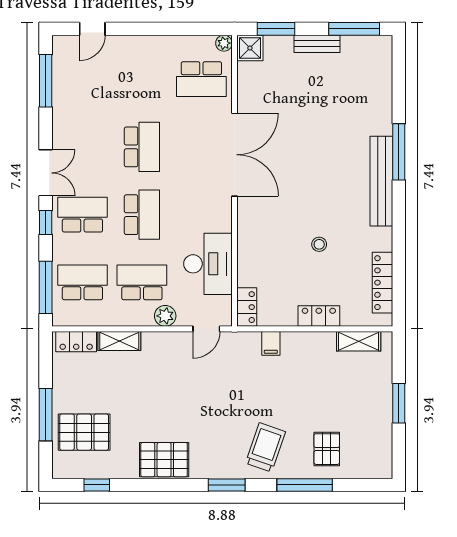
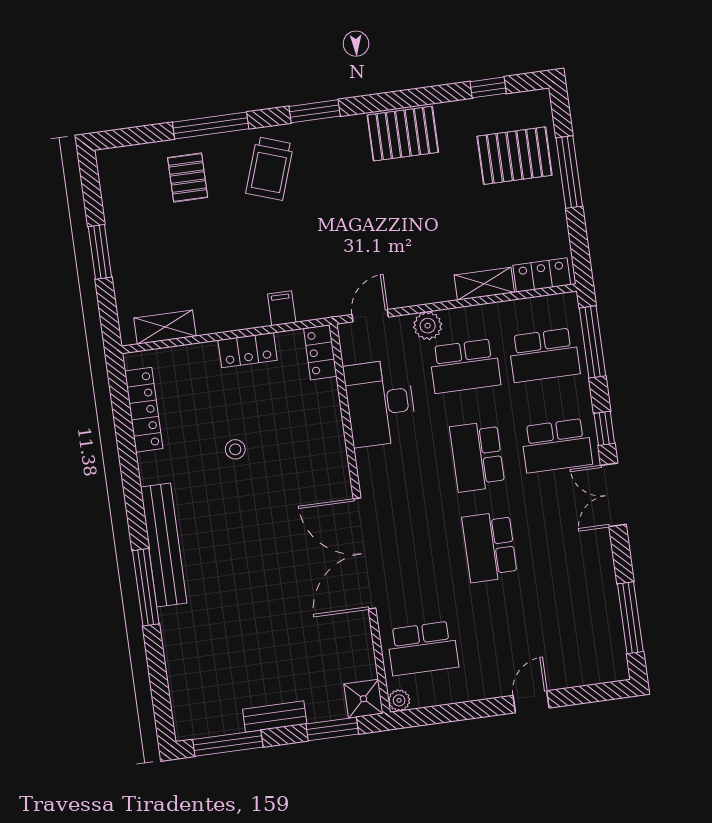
door: (92, 29) -> (531, 702), moved
school desk: (201, 79) -> (423, 648), turned 180
locker: (319, 316) -> (248, 350), moved

